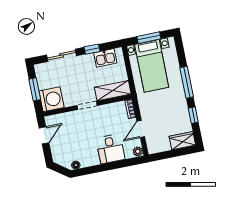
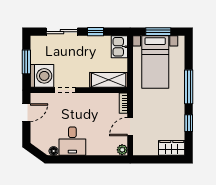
kitchen sink: (105, 58) -> (119, 47), moved, turned 90
doorway: (87, 105) -> (65, 90), moved
desk: (110, 149) -> (72, 141), moved

